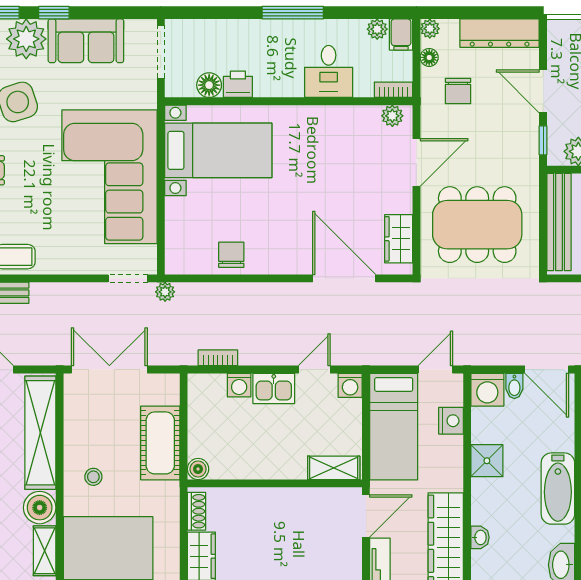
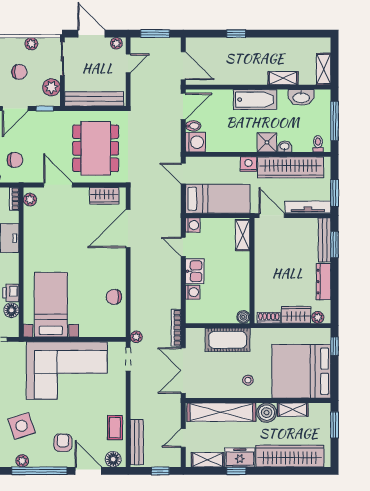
bookcase: (218, 358) -> (176, 328), moved, width x1.56
nightstand: (451, 421) -> (248, 164), moved
shower: (487, 461) -> (267, 142), moved

